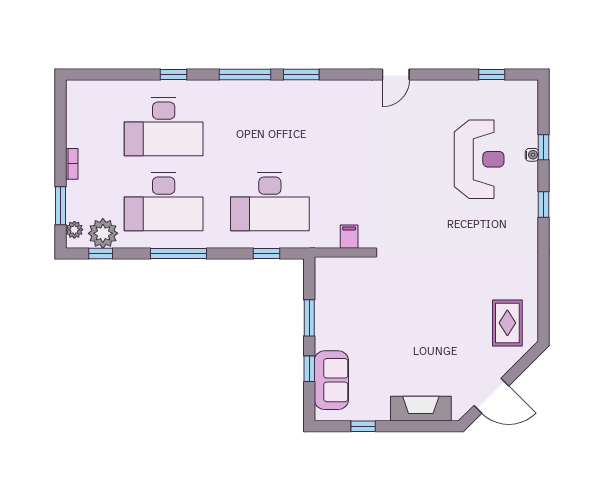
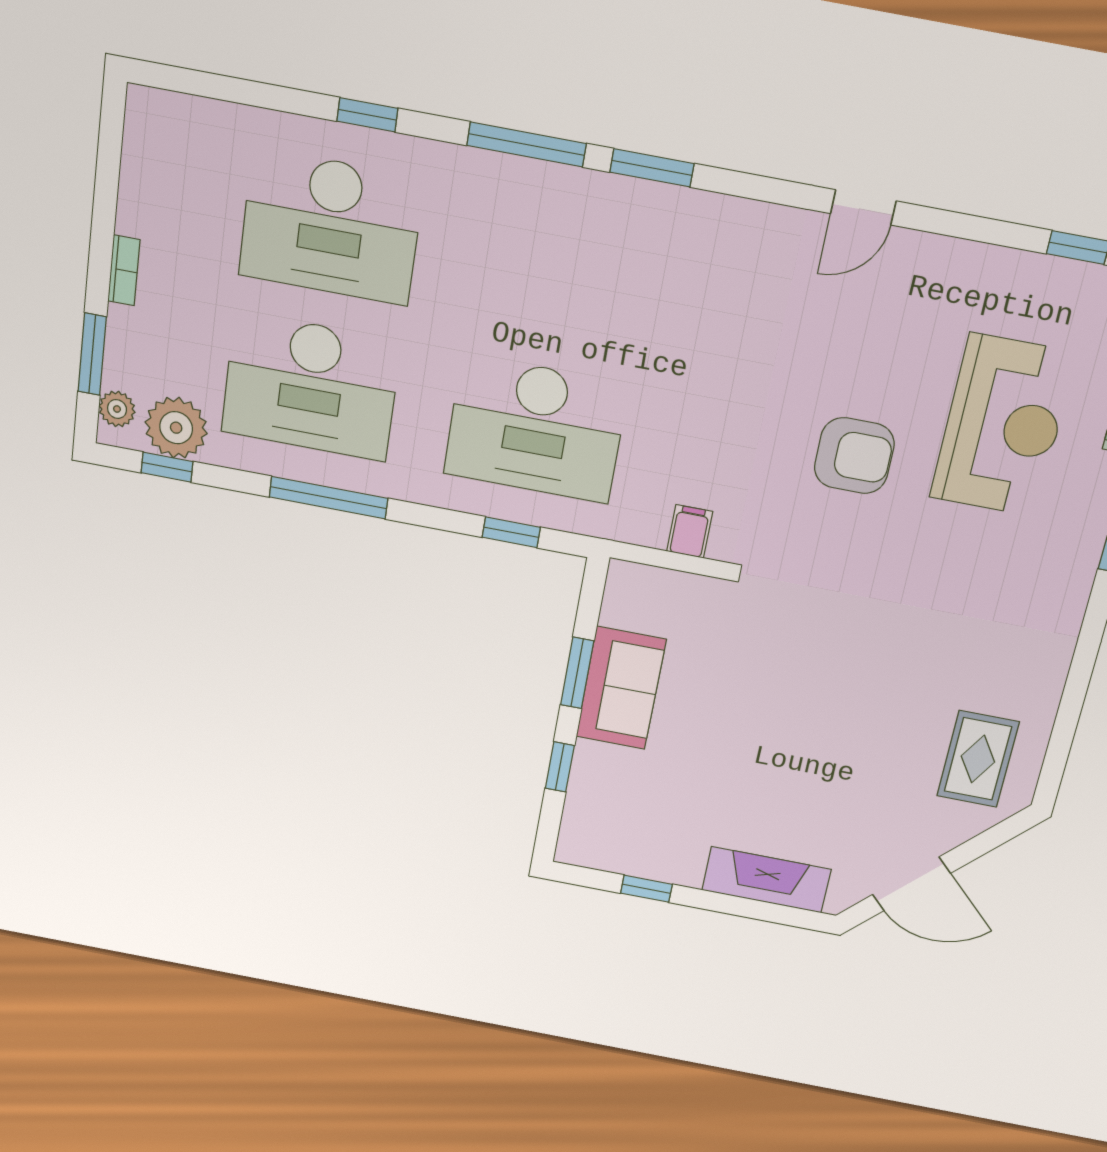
armchair: (416, 186) -> (854, 456), added
sofa: (331, 380) -> (621, 688), moved

